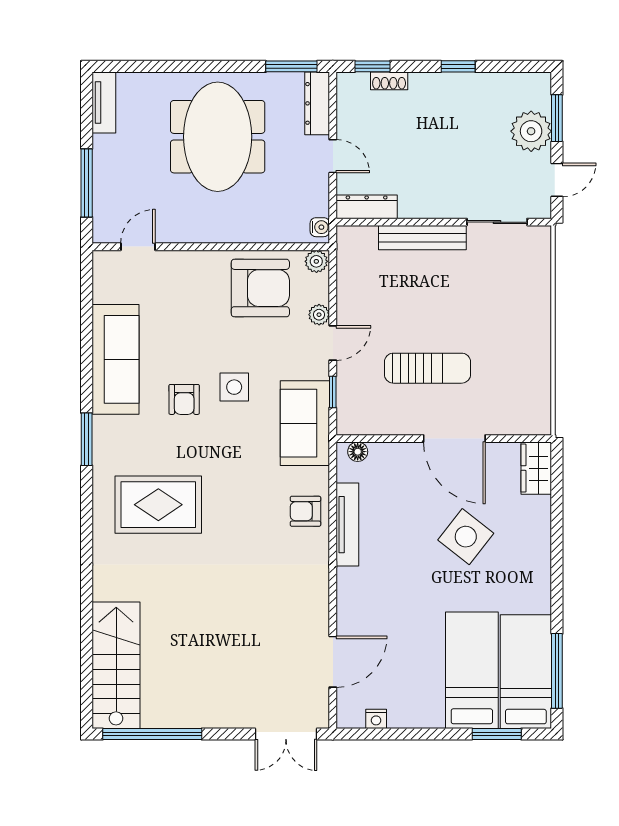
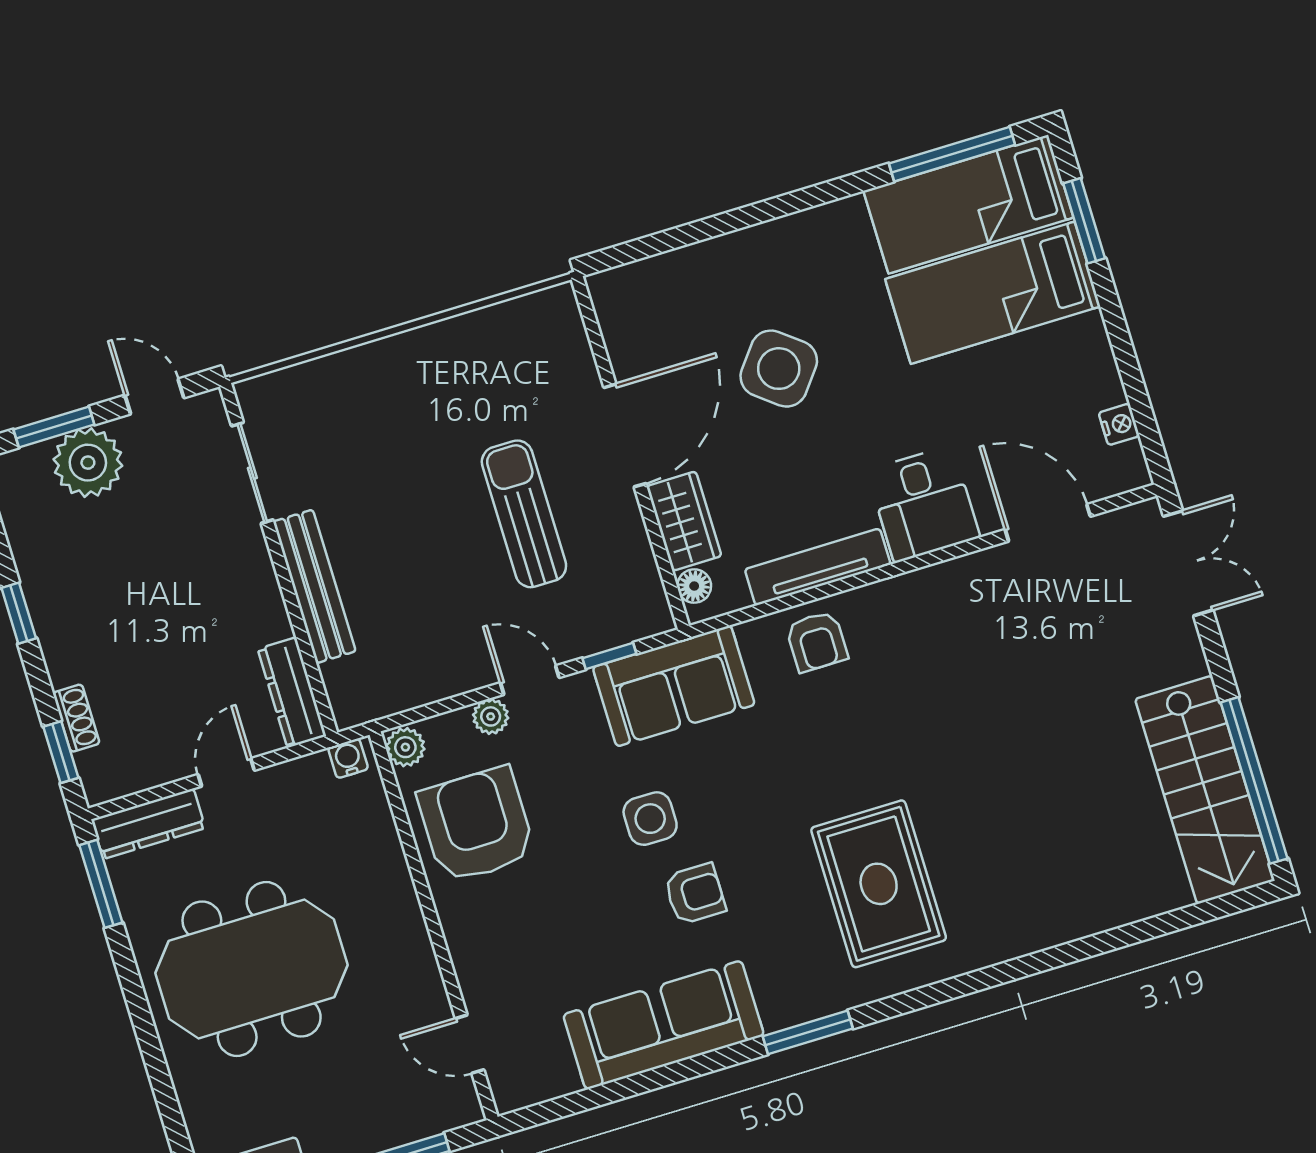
wardrobe: (536, 468) -> (684, 521), moved, turned -90
desk: (365, 595) -> (923, 504), added
stairs: (116, 665) -> (1205, 790), moved, turned -90

